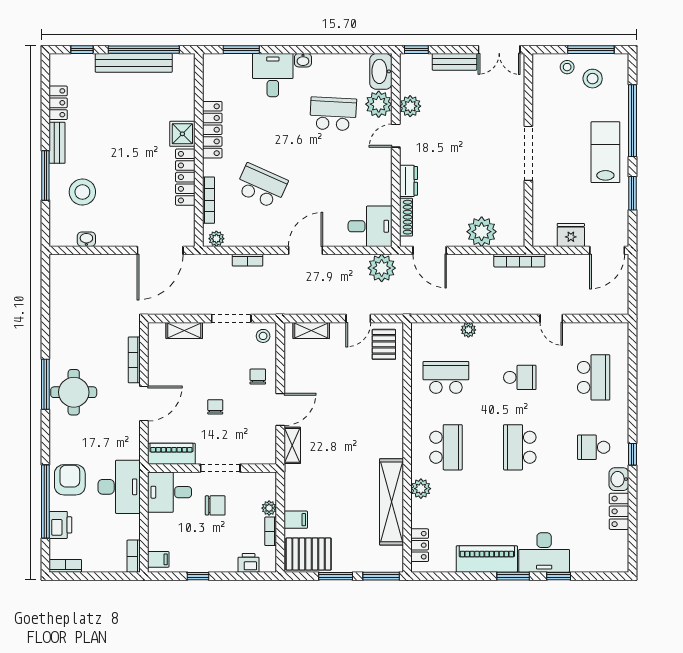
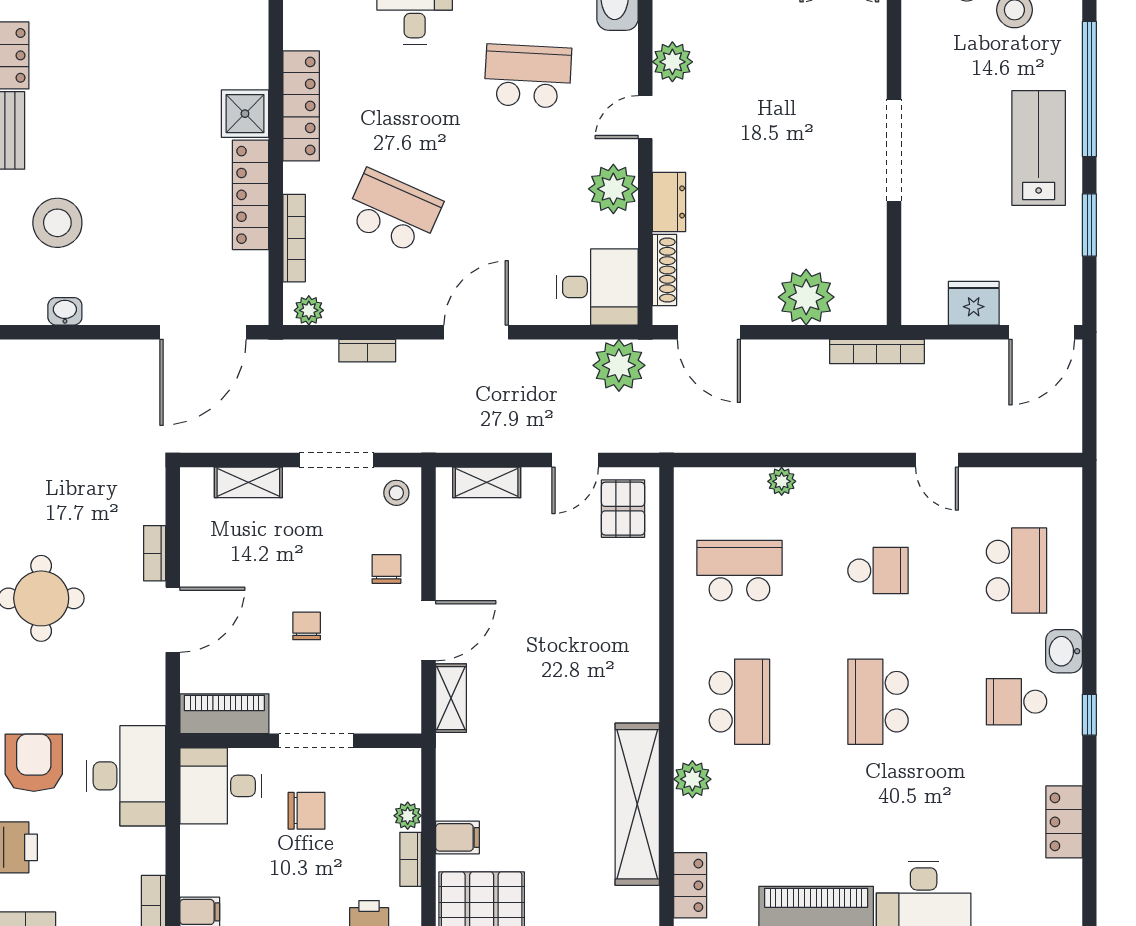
plant: (379, 104) -> (613, 189), moved
bookcase: (134, 360) -> (155, 553), width x0.64
washbasin: (619, 479) -> (1064, 651), moved

